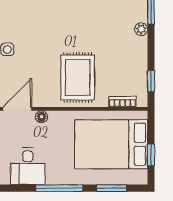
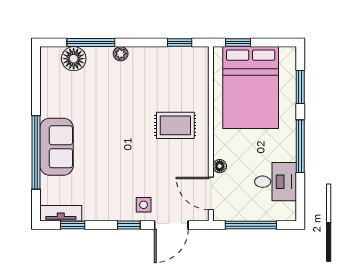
rug: (78, 77) -> (175, 125), width x0.73, depth x0.70
bookcase: (122, 102) -> (203, 75), removed
window: (151, 155) -> (238, 43), moved

